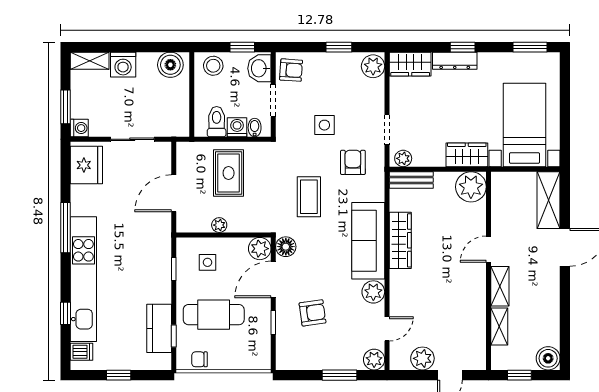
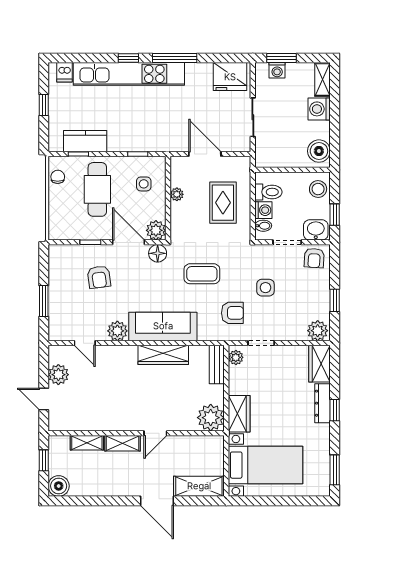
washing machine: (79, 128) -> (277, 70), moved
rug: (229, 173) -> (223, 203), turned 90
door: (489, 249) -> (155, 433), swing flipped
window: (66, 313) -> (128, 58), moved
plant: (374, 360) -> (57, 332), removed

